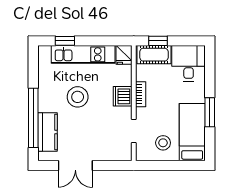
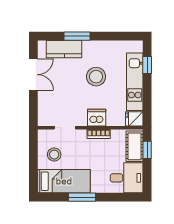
window: (33, 118) -> (77, 36), width x0.47
double door: (75, 166) -> (33, 75), swing flipped

